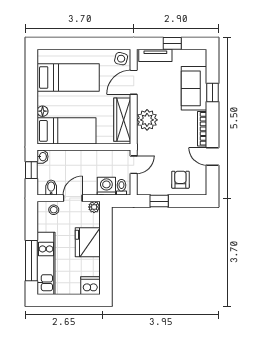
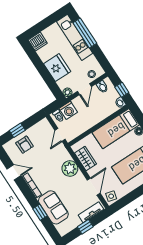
wardrobe: (122, 120) -> (85, 159), width x0.67
window: (159, 201) -> (17, 130), moved

